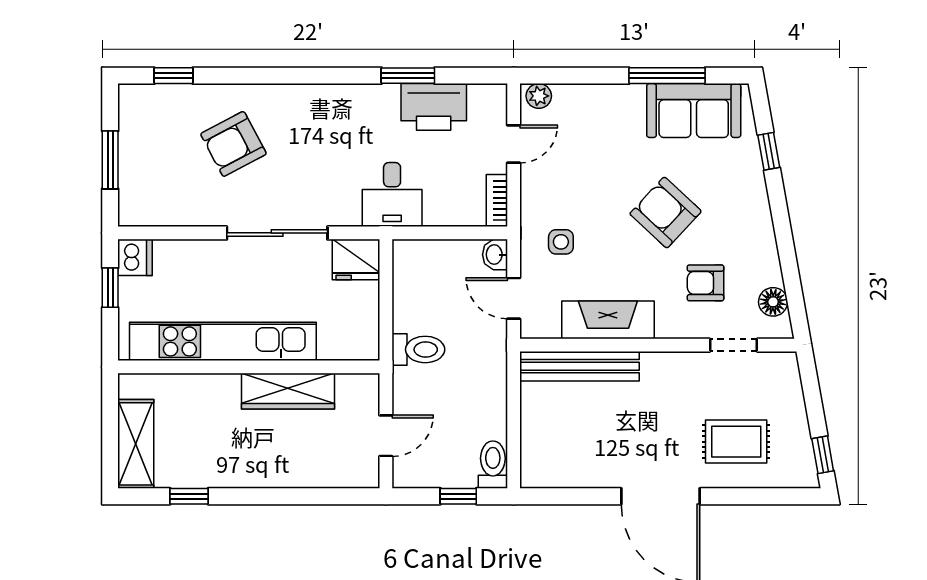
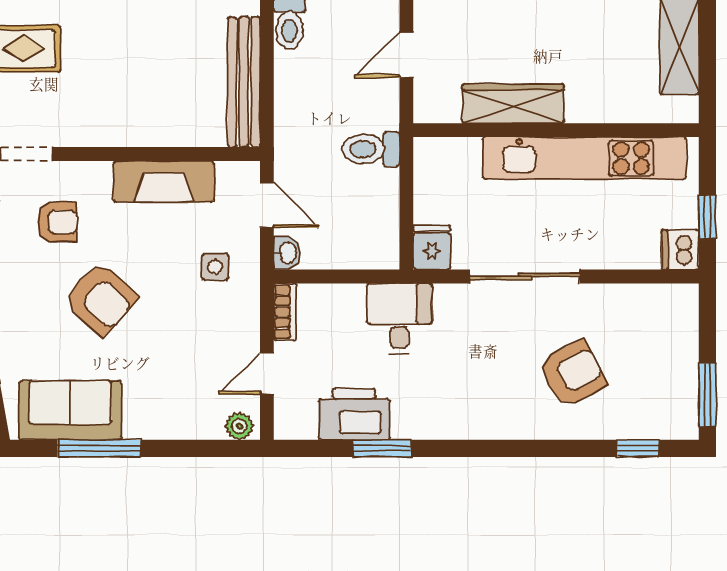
window: (110, 160) -> (707, 395), moved
fridge: (356, 260) -> (432, 247), width x0.72
bench: (580, 366) -> (244, 82), moved, turned 90

